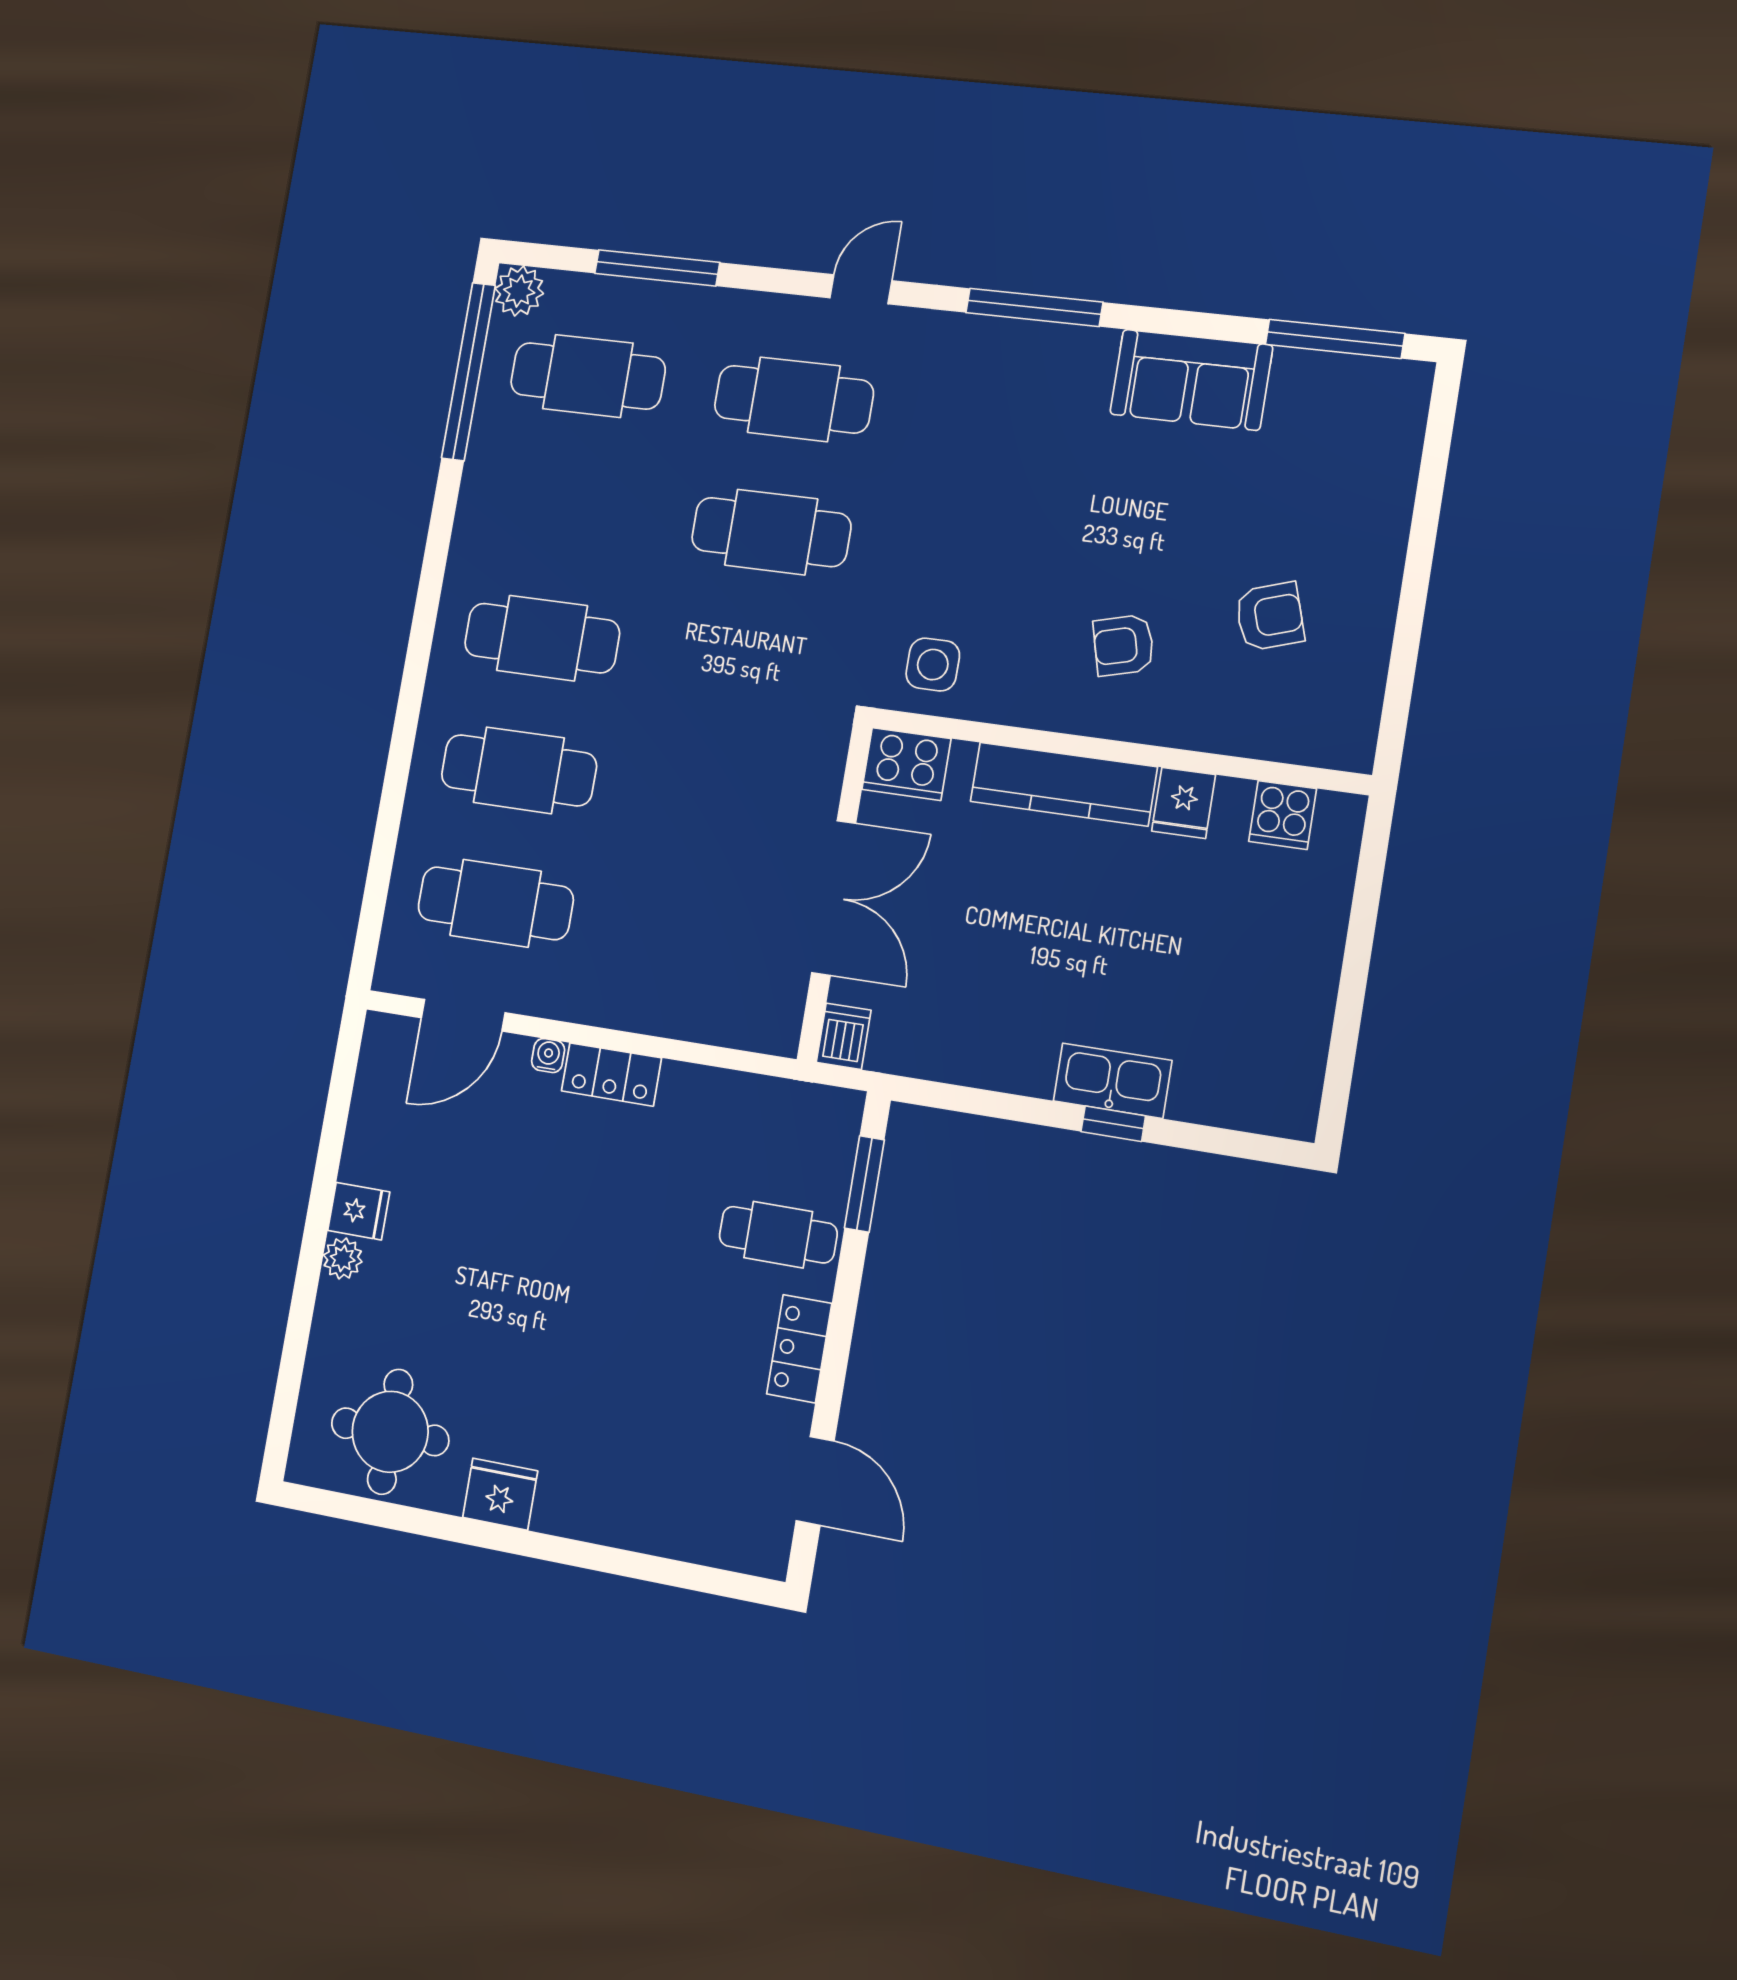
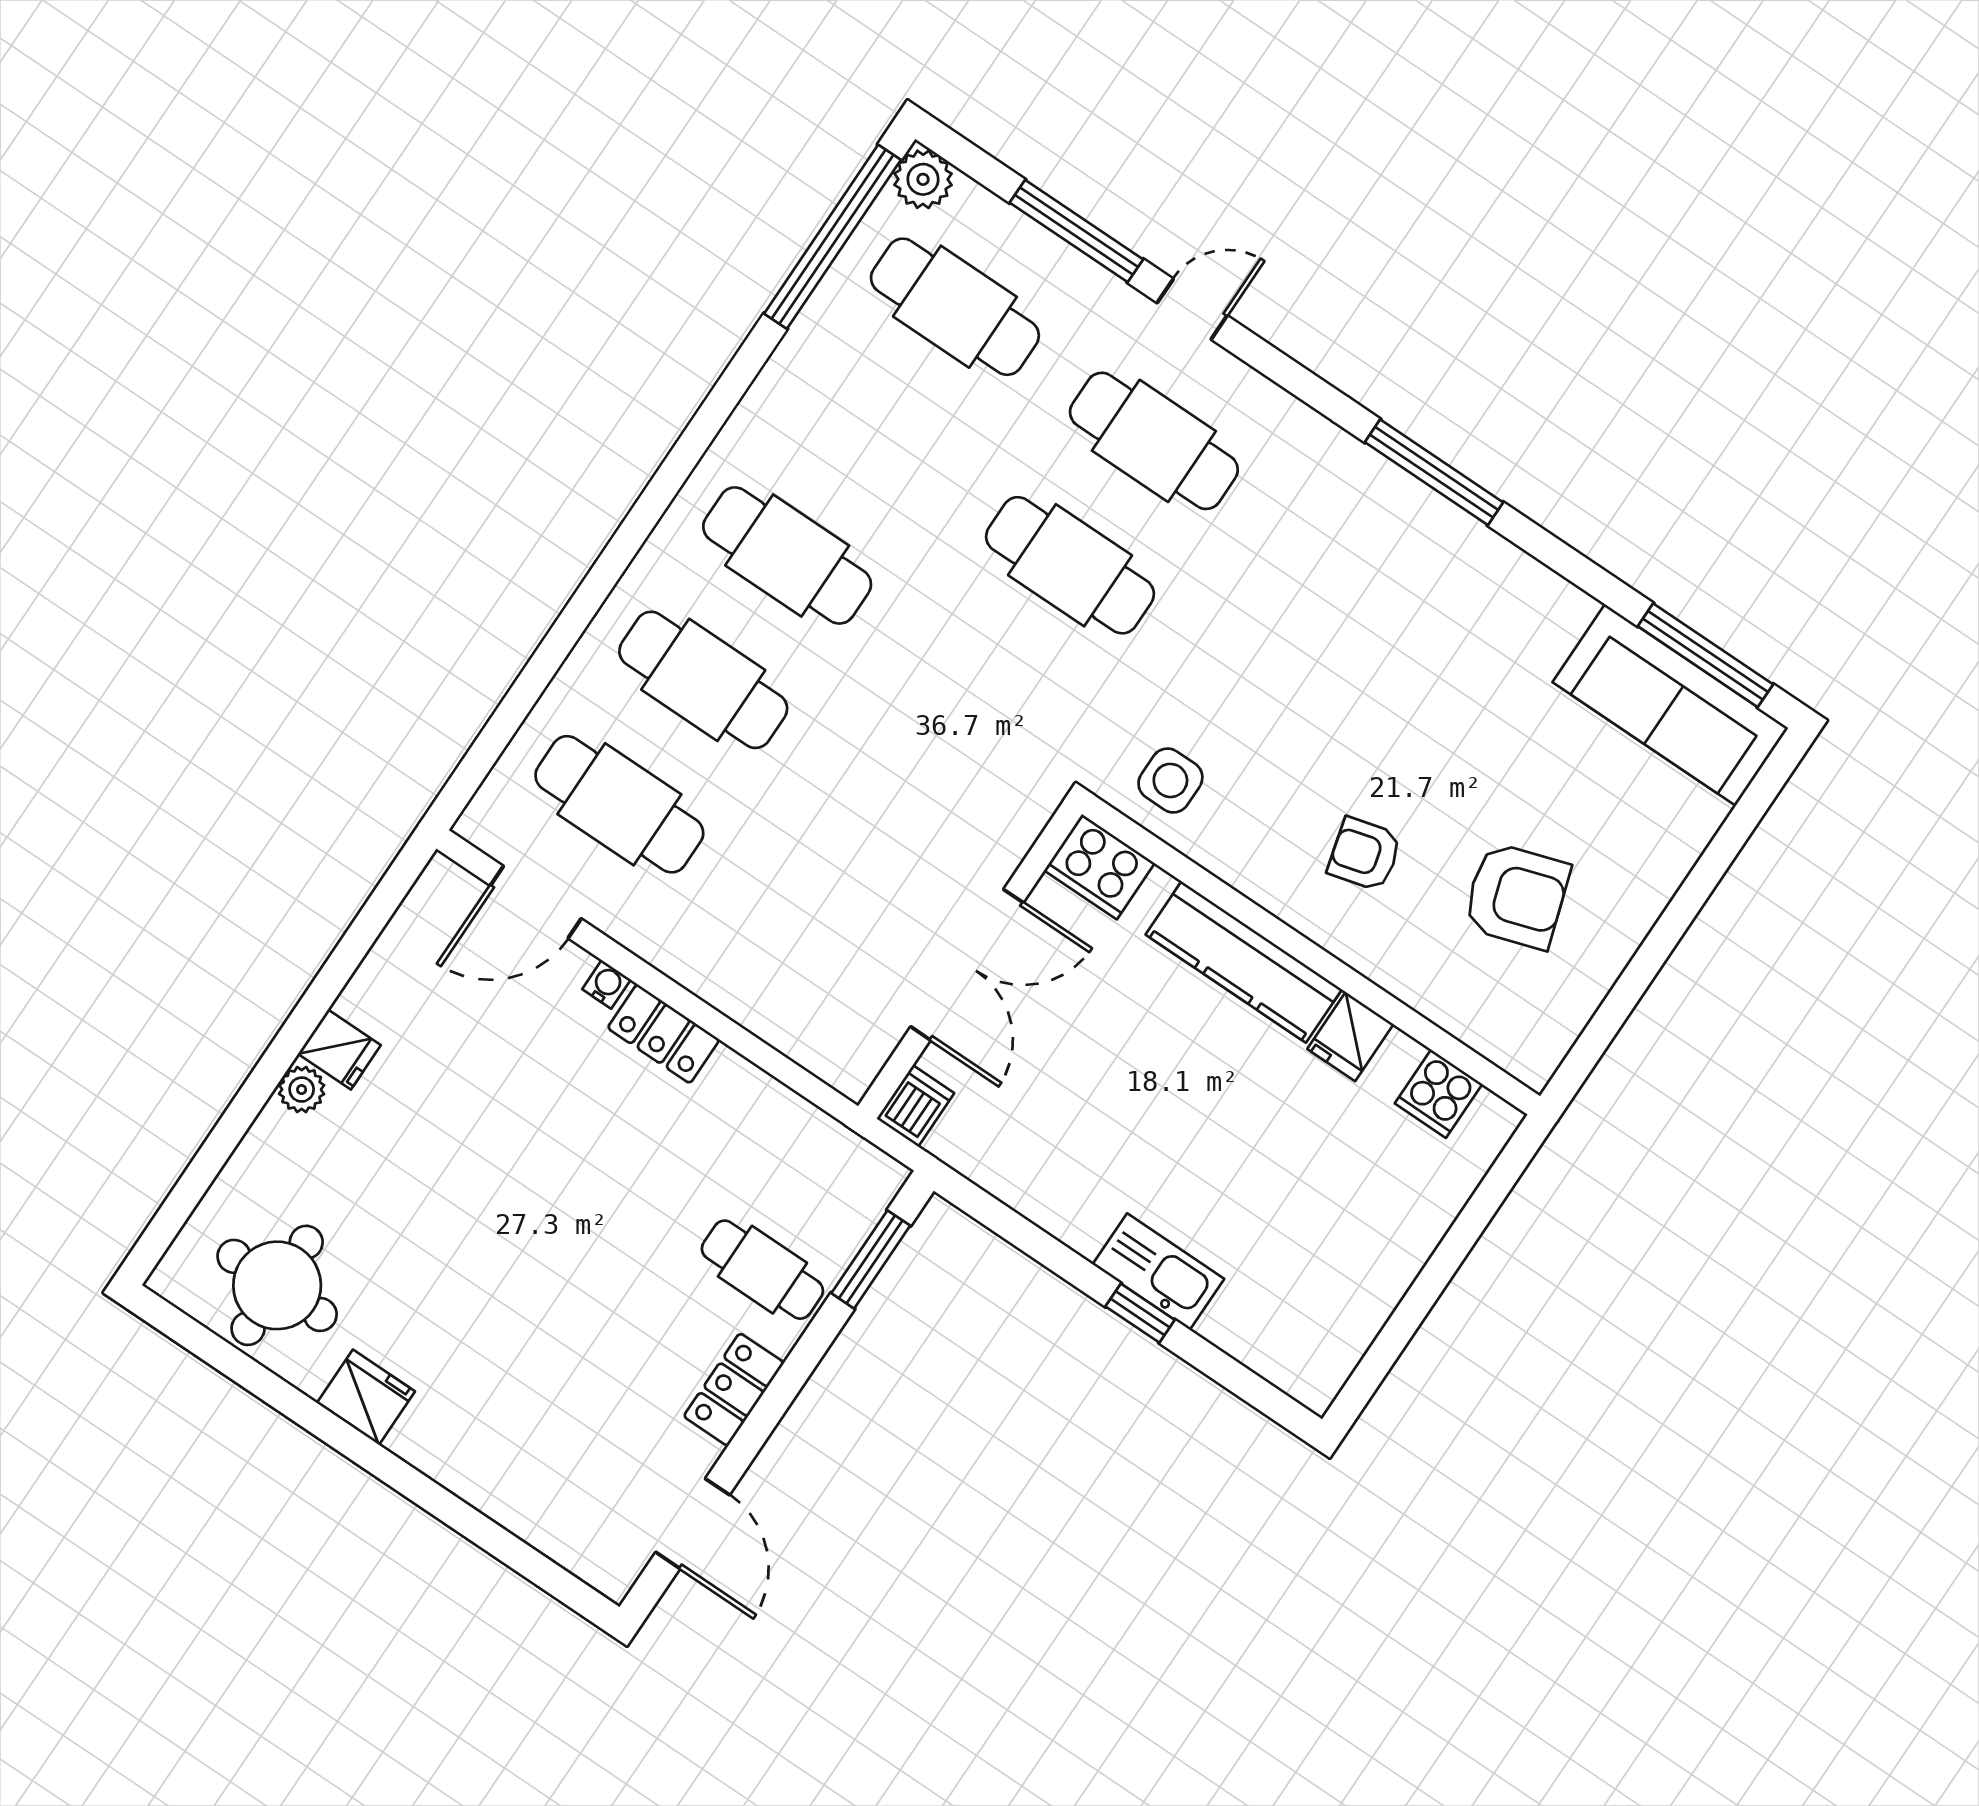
door: (861, 289) -> (1192, 309), moved
sofa: (1191, 380) -> (1670, 705), moved, width x1.36
armchair: (1270, 616) -> (1516, 896), width x1.38, depth x1.38

